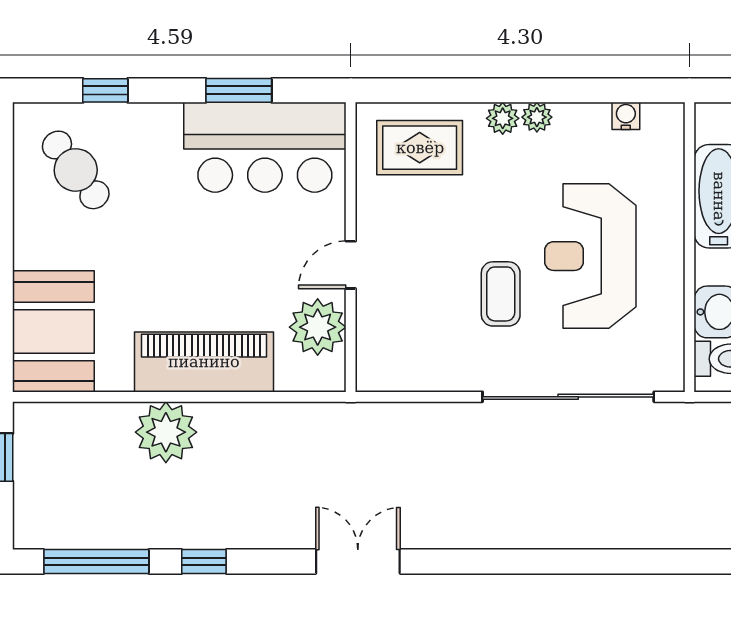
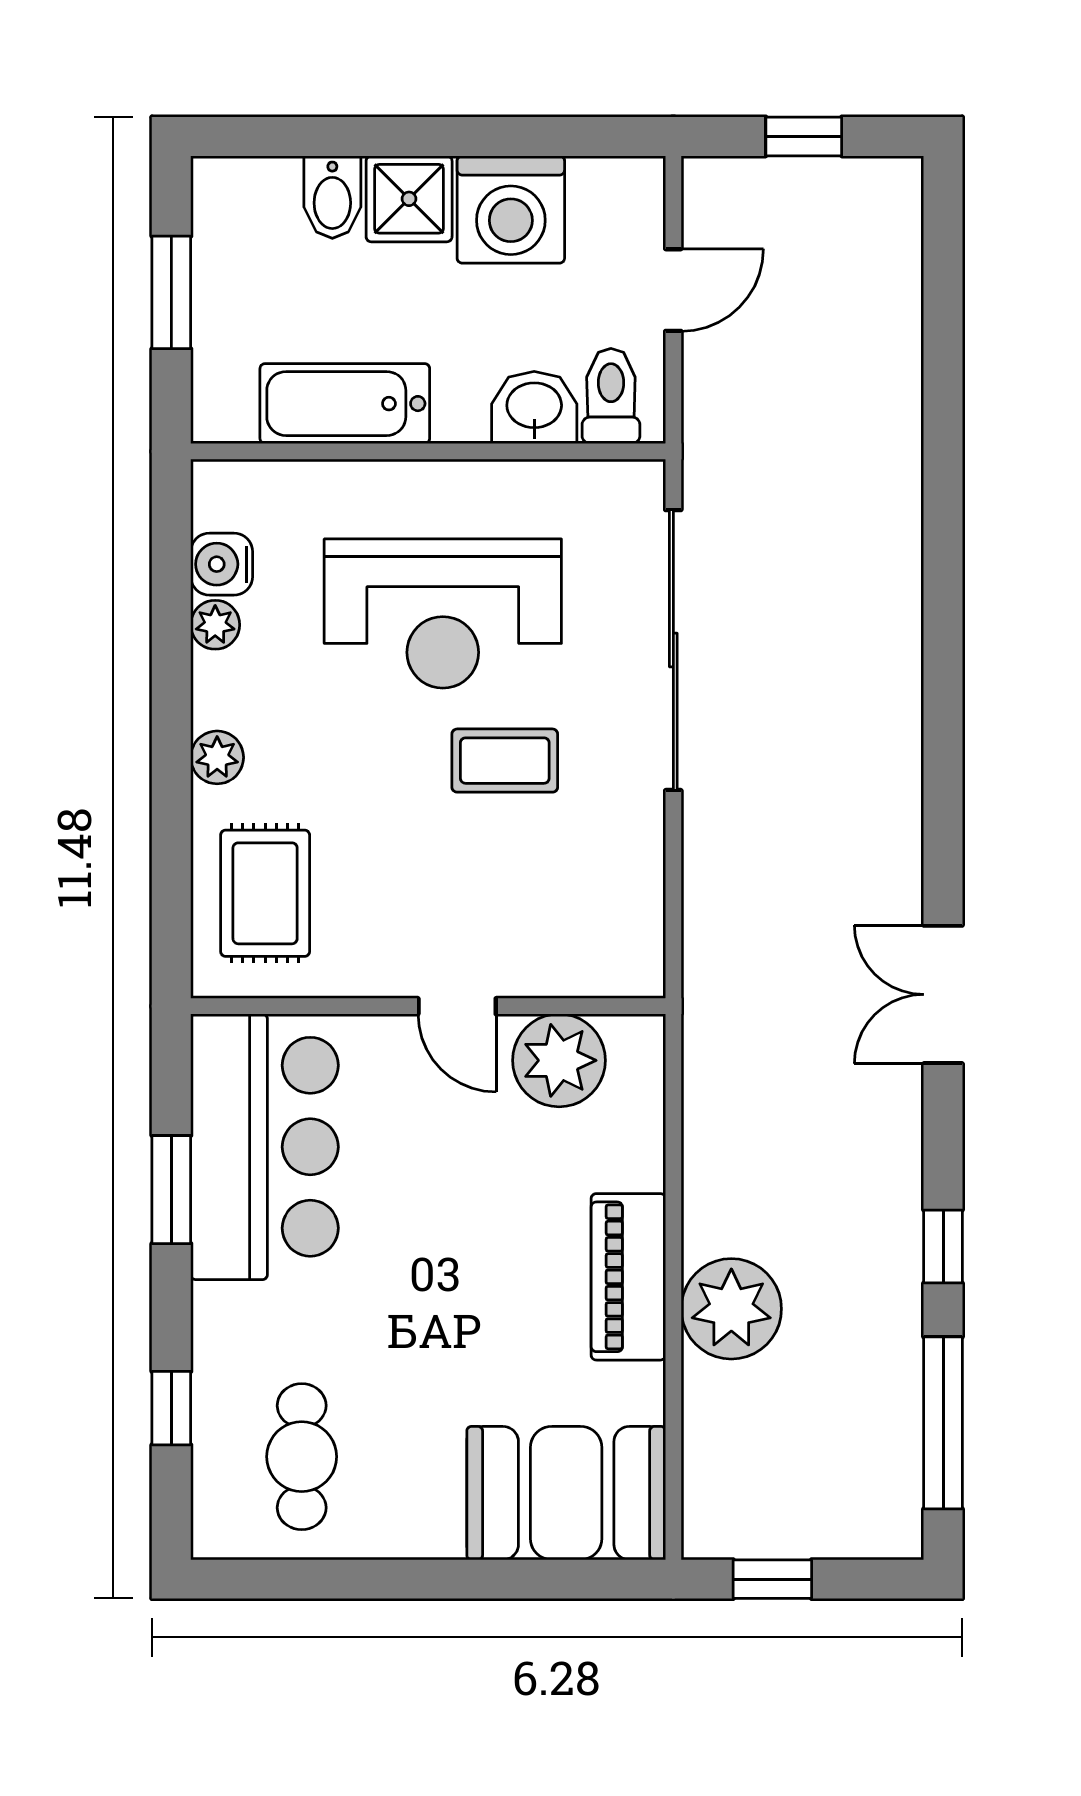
water cooler: (626, 116) -> (222, 564), width x1.38, depth x1.38
plant: (537, 117) -> (215, 625), moved
cafe table: (76, 170) -> (302, 1457), turned -53
piano: (204, 362) -> (628, 1277), width x0.73, depth x0.75

